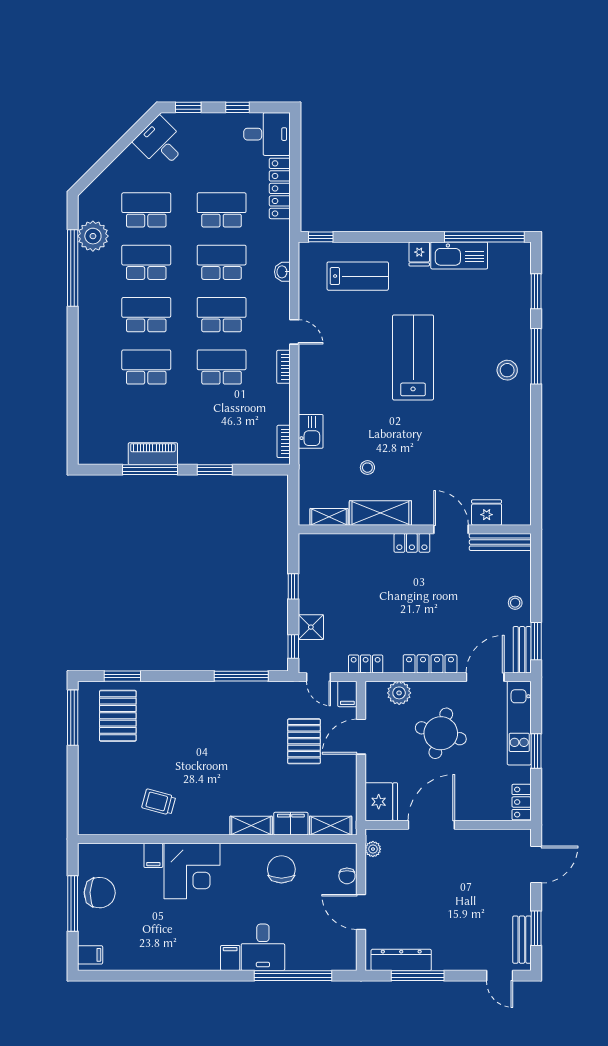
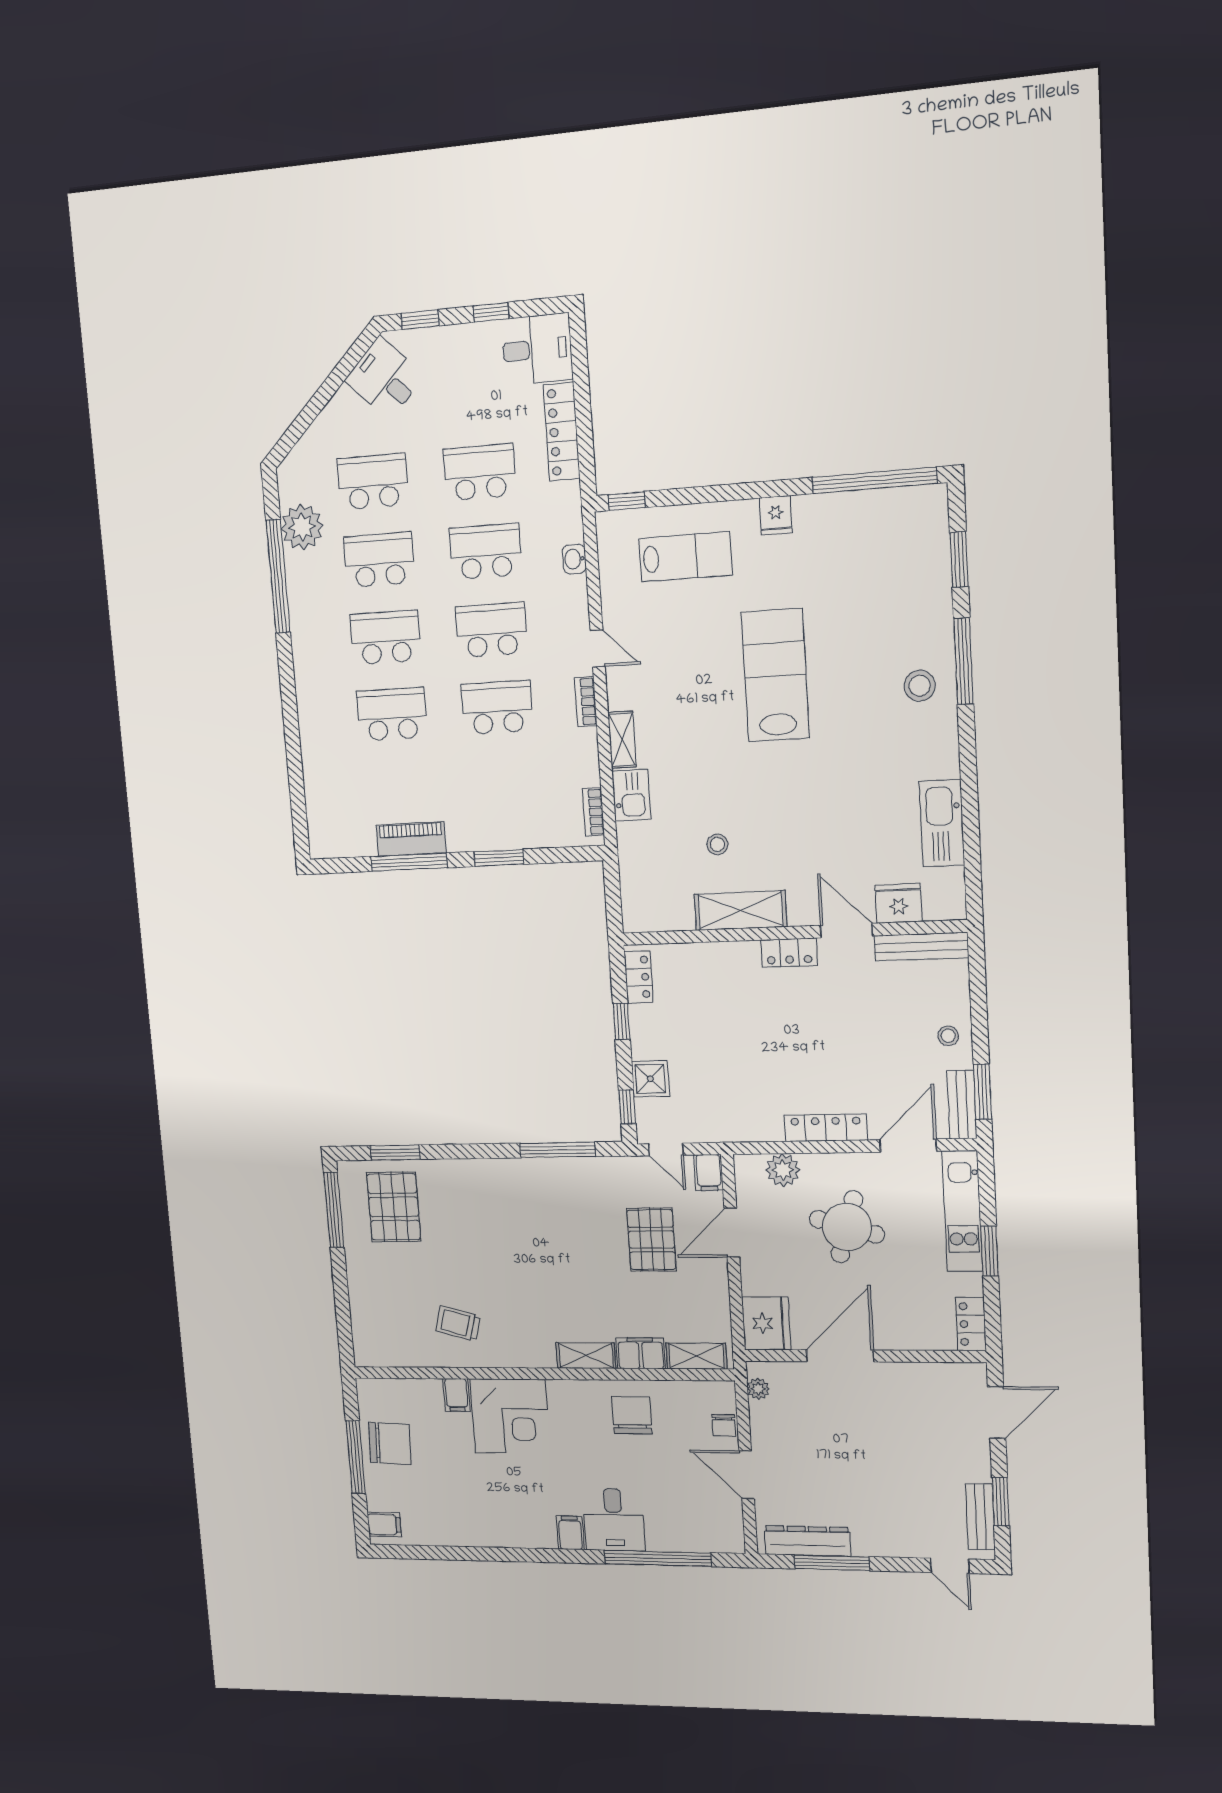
kitchen sink: (459, 255) -> (942, 823), moved, turned 90
shelving: (329, 517) -> (622, 740), moved, turned 90
locker: (366, 664) -> (639, 977), moved, turned 90

